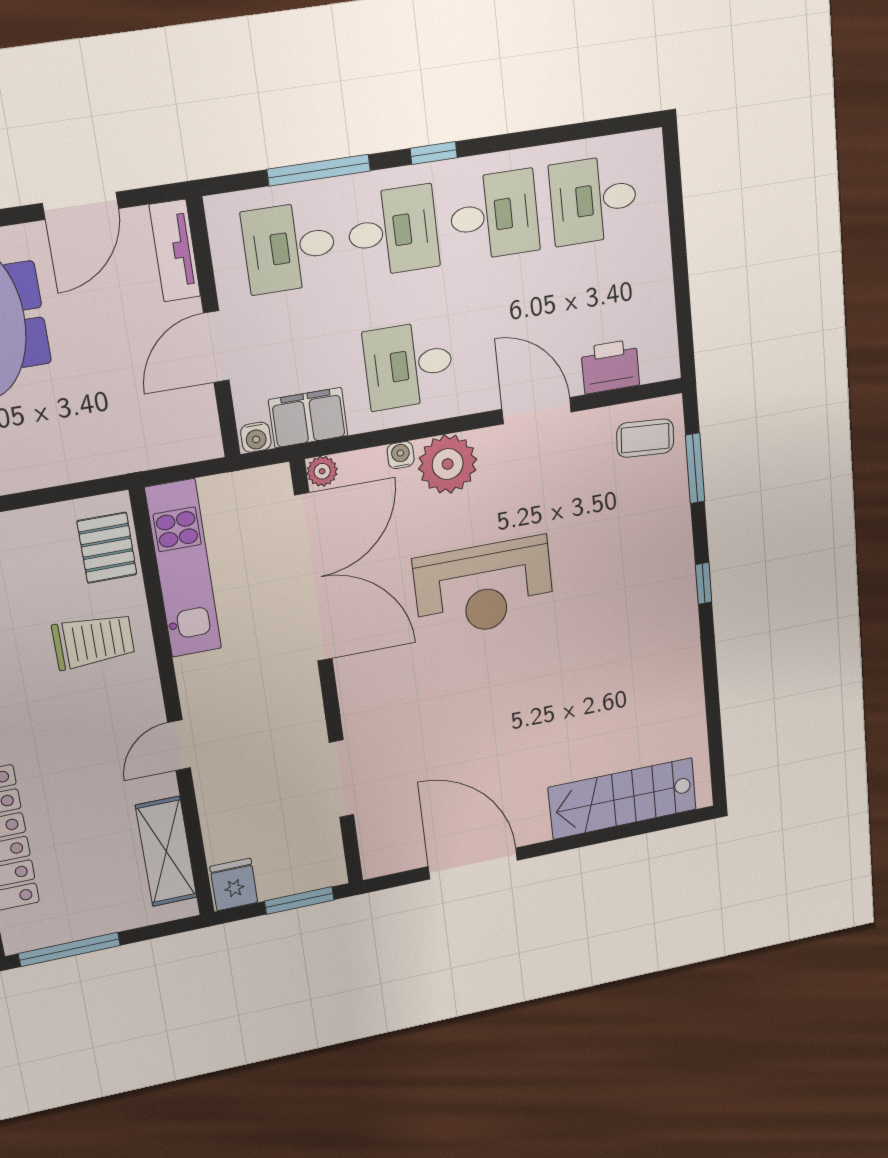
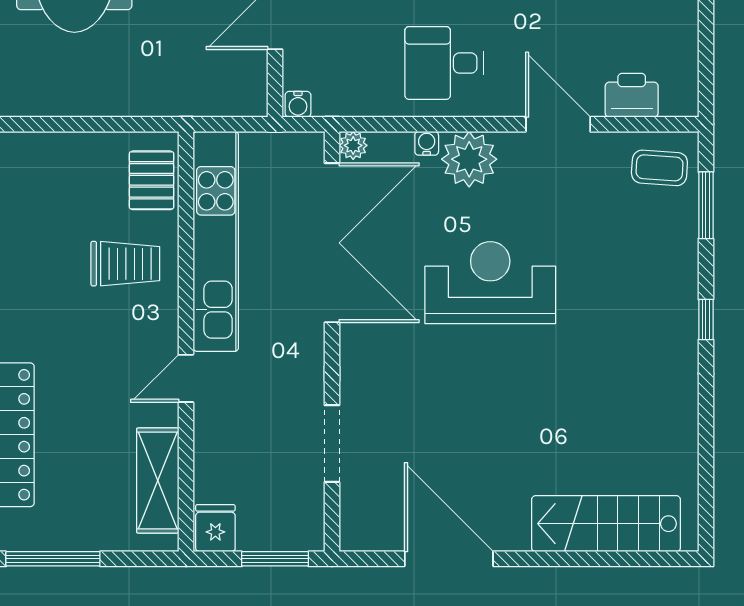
filing cabinet: (308, 418) -> (347, 95), removed
kitchen unit: (183, 569) -> (216, 241), width x1.36
reception desk: (484, 588) -> (490, 283), turned 180

